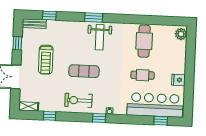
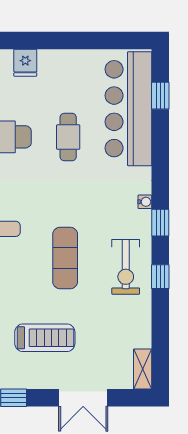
fridge: (178, 80) -> (25, 63), moved
window: (50, 116) -> (160, 277), moved

